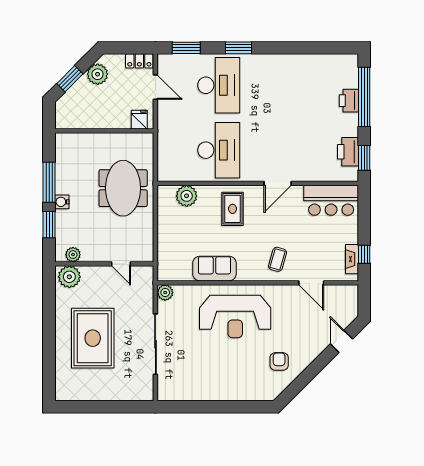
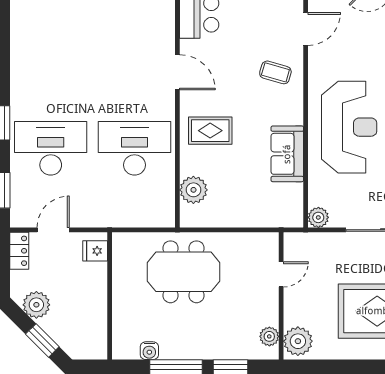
water cooler: (62, 202) -> (149, 351), moved

